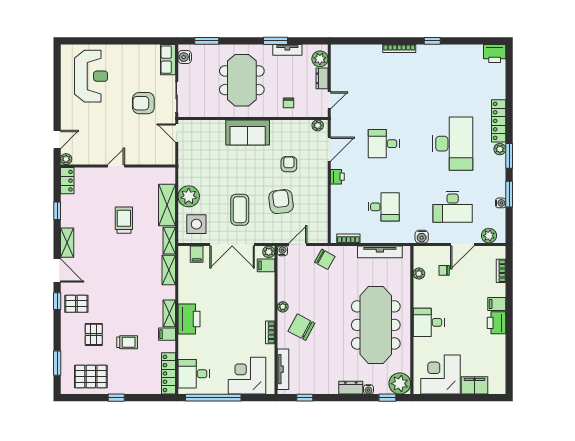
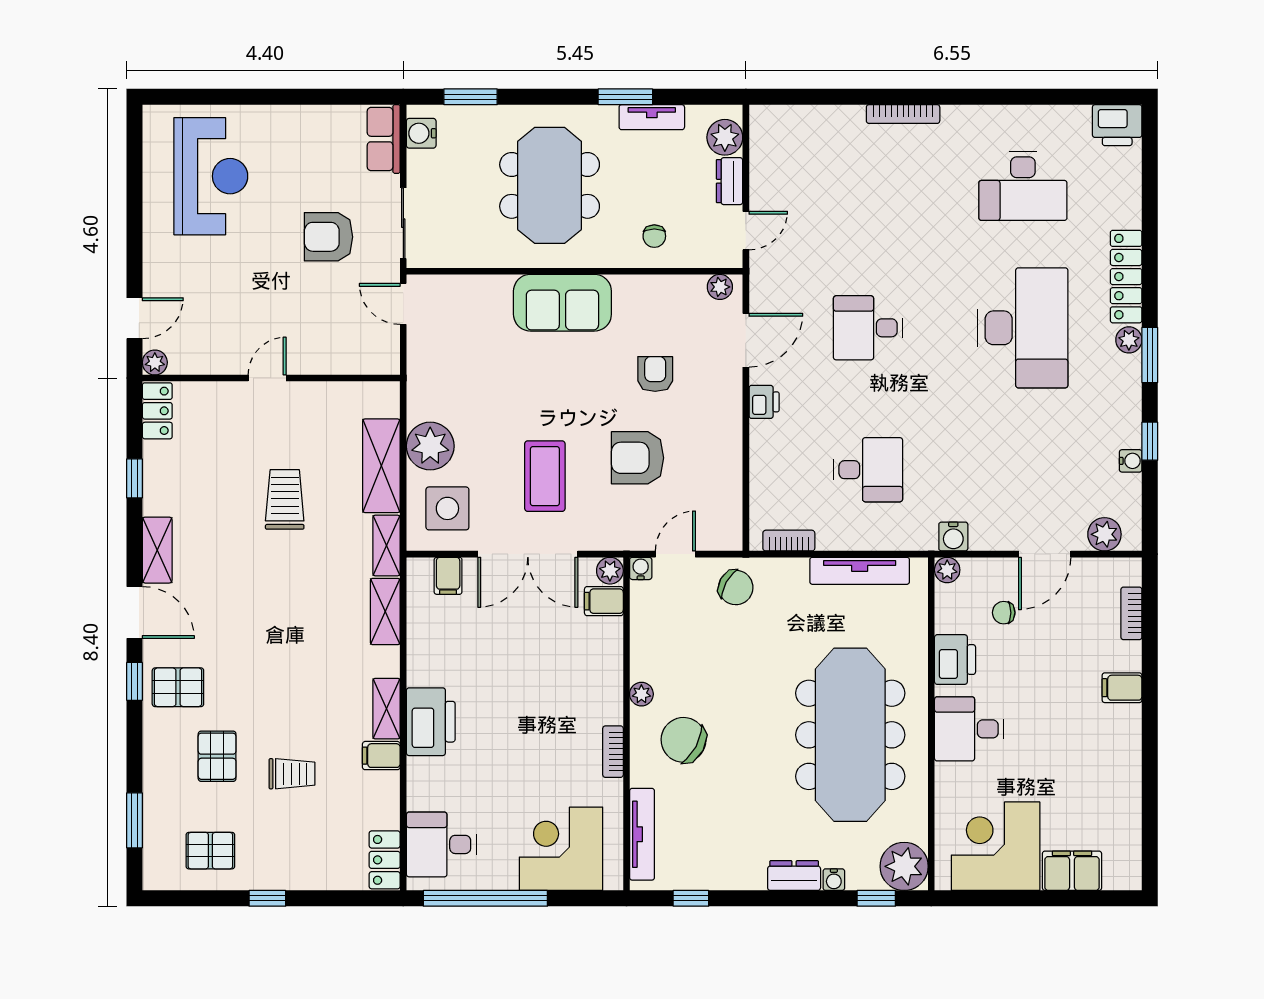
window: (432, 41) -> (977, 97), removed
window: (509, 194) -> (1150, 441), width x0.67
armchair: (281, 202) -> (638, 458), turned -83
desk: (453, 207) -> (1023, 186), moved
plant: (419, 274) -> (947, 570), moved
printer: (497, 323) -> (955, 660), moved, turned 180
locker: (168, 373) -> (385, 860), width x0.66
pallet: (91, 376) -> (210, 851), width x0.67, depth x0.71

